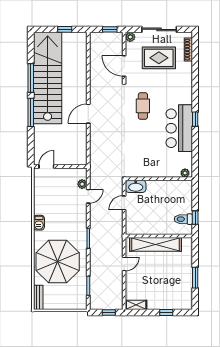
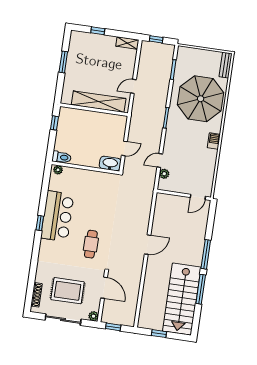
stairs: (48, 78) -> (182, 299), width x0.73
toilet: (183, 219) -> (62, 157), moved

